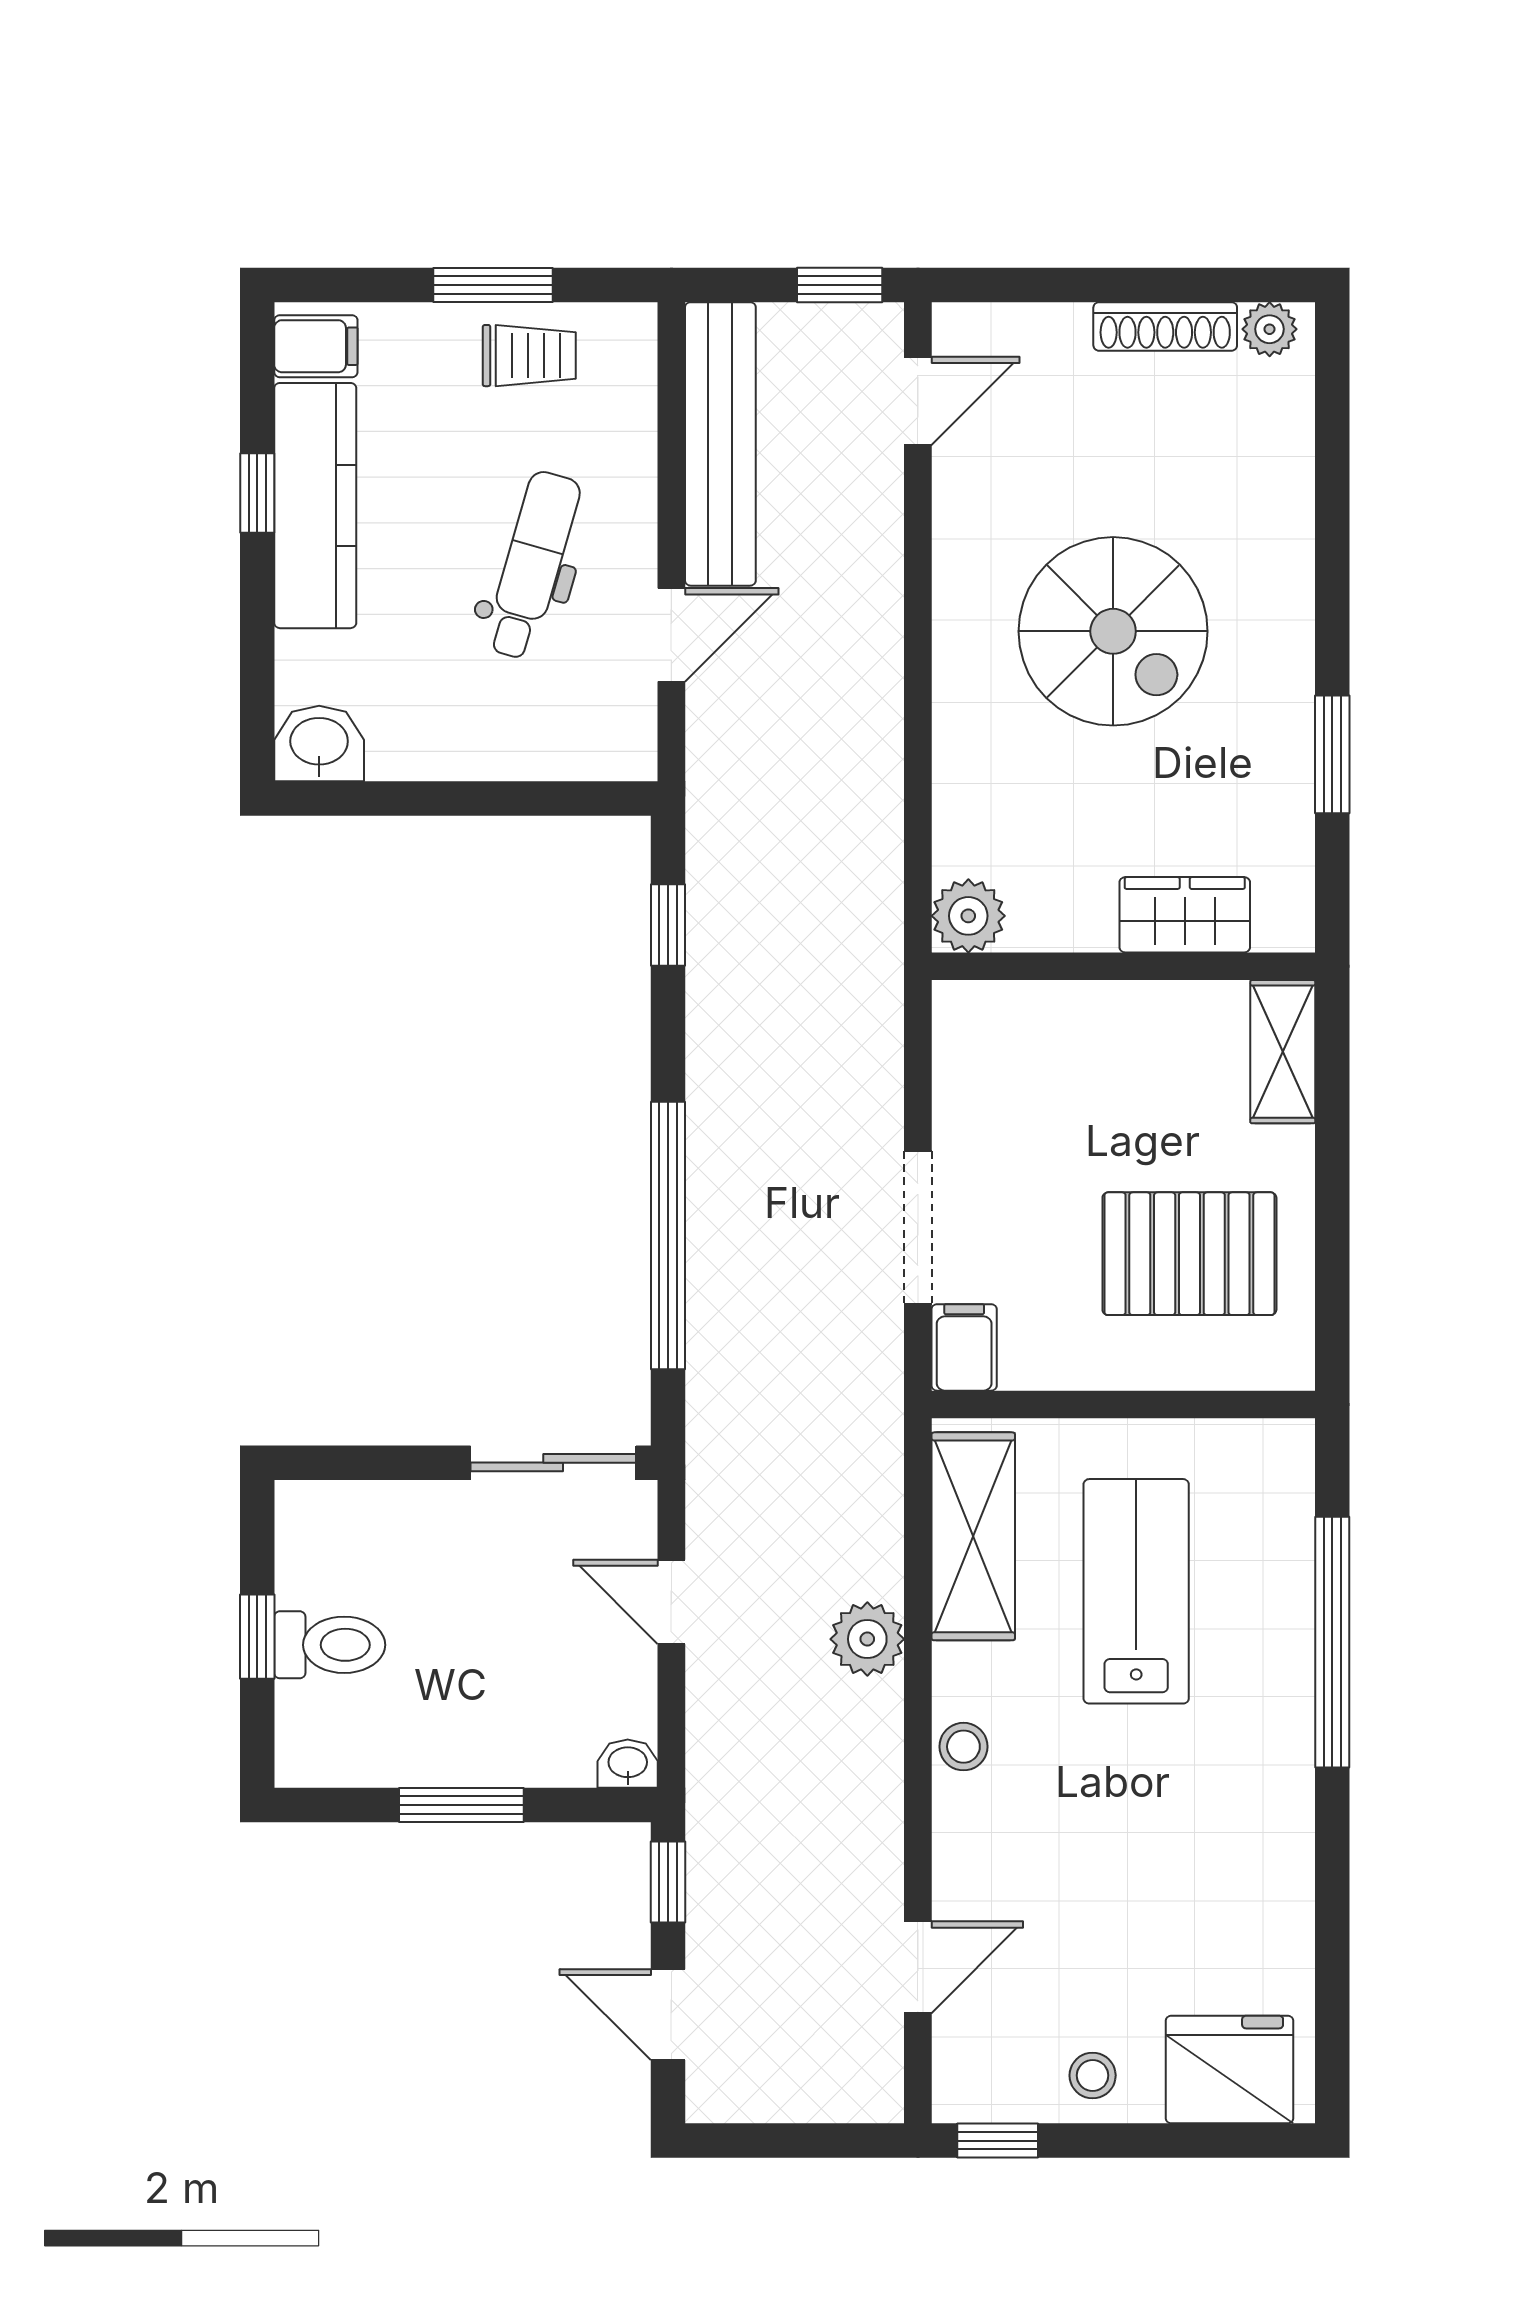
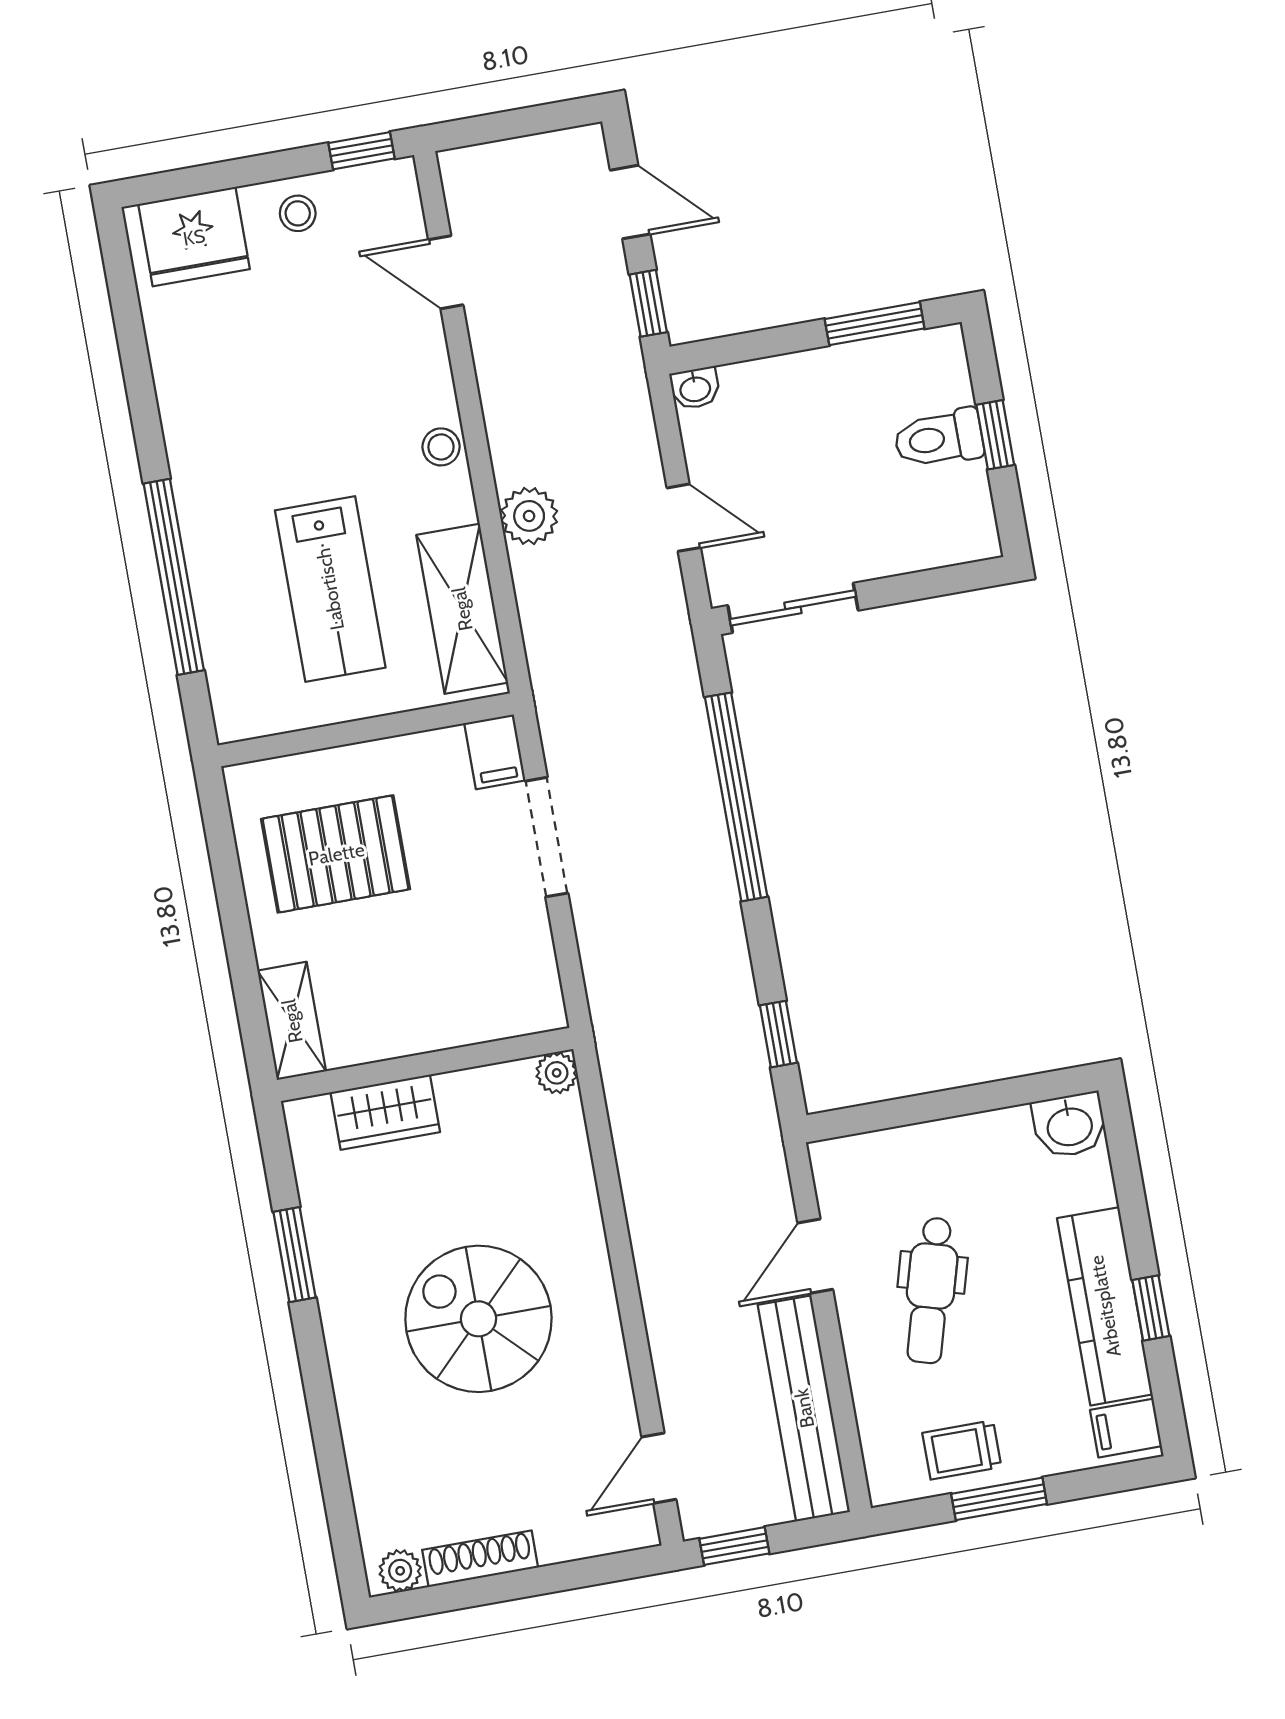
plant: (968, 916) -> (557, 1073), width x0.73, depth x0.73
window: (461, 1805) -> (875, 324), moved
door: (918, 1967) -> (446, 272), hinge flipped

